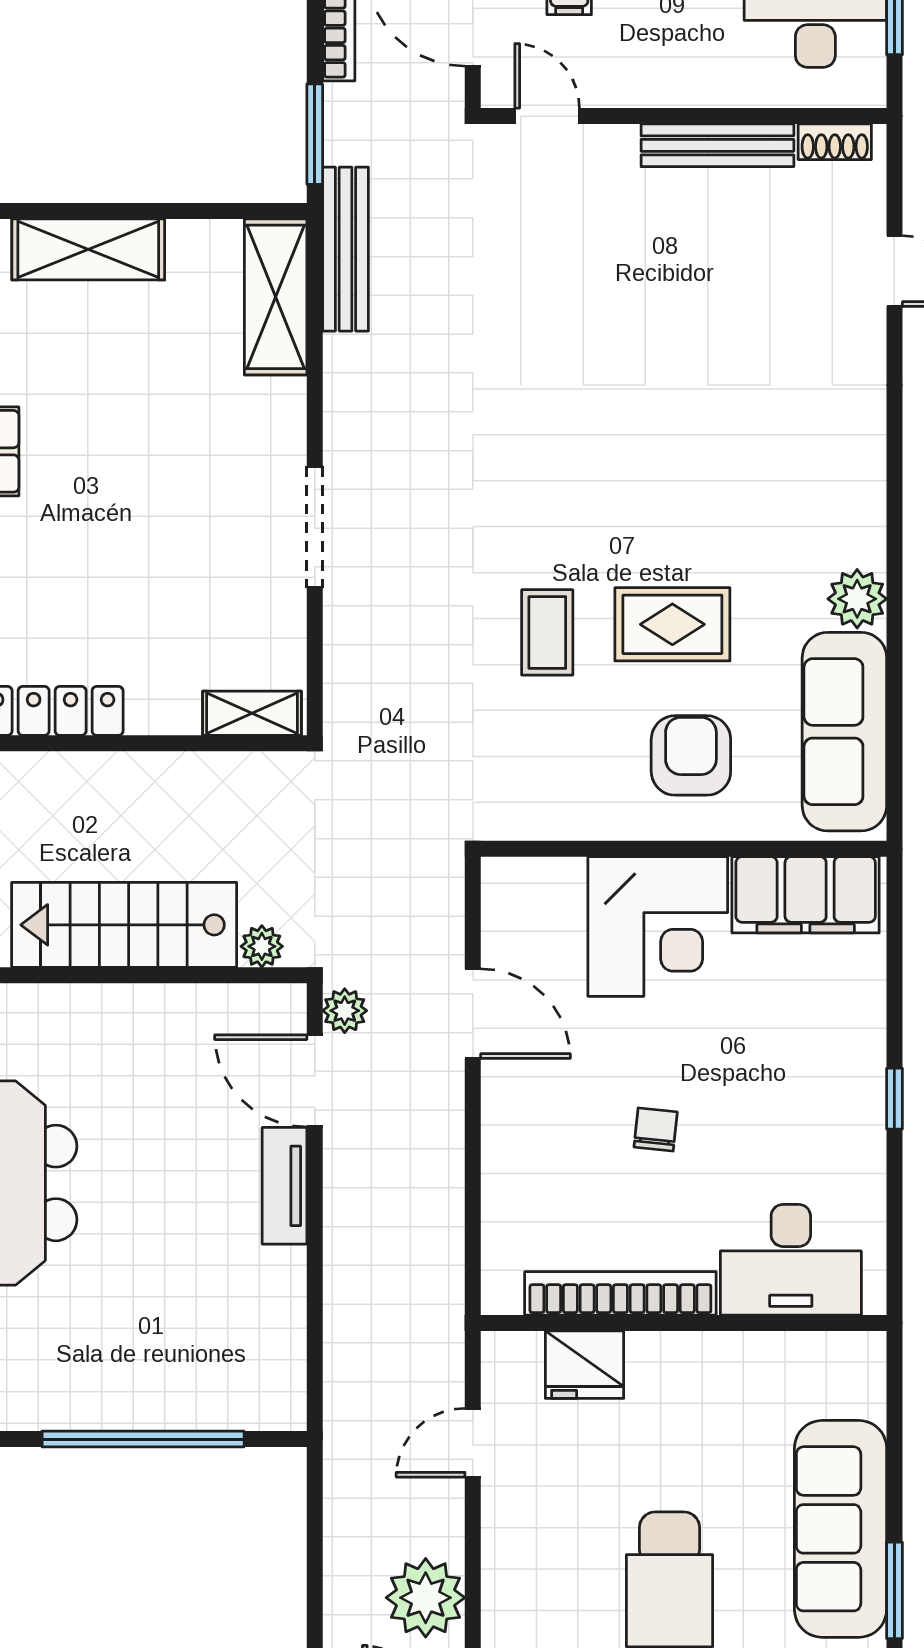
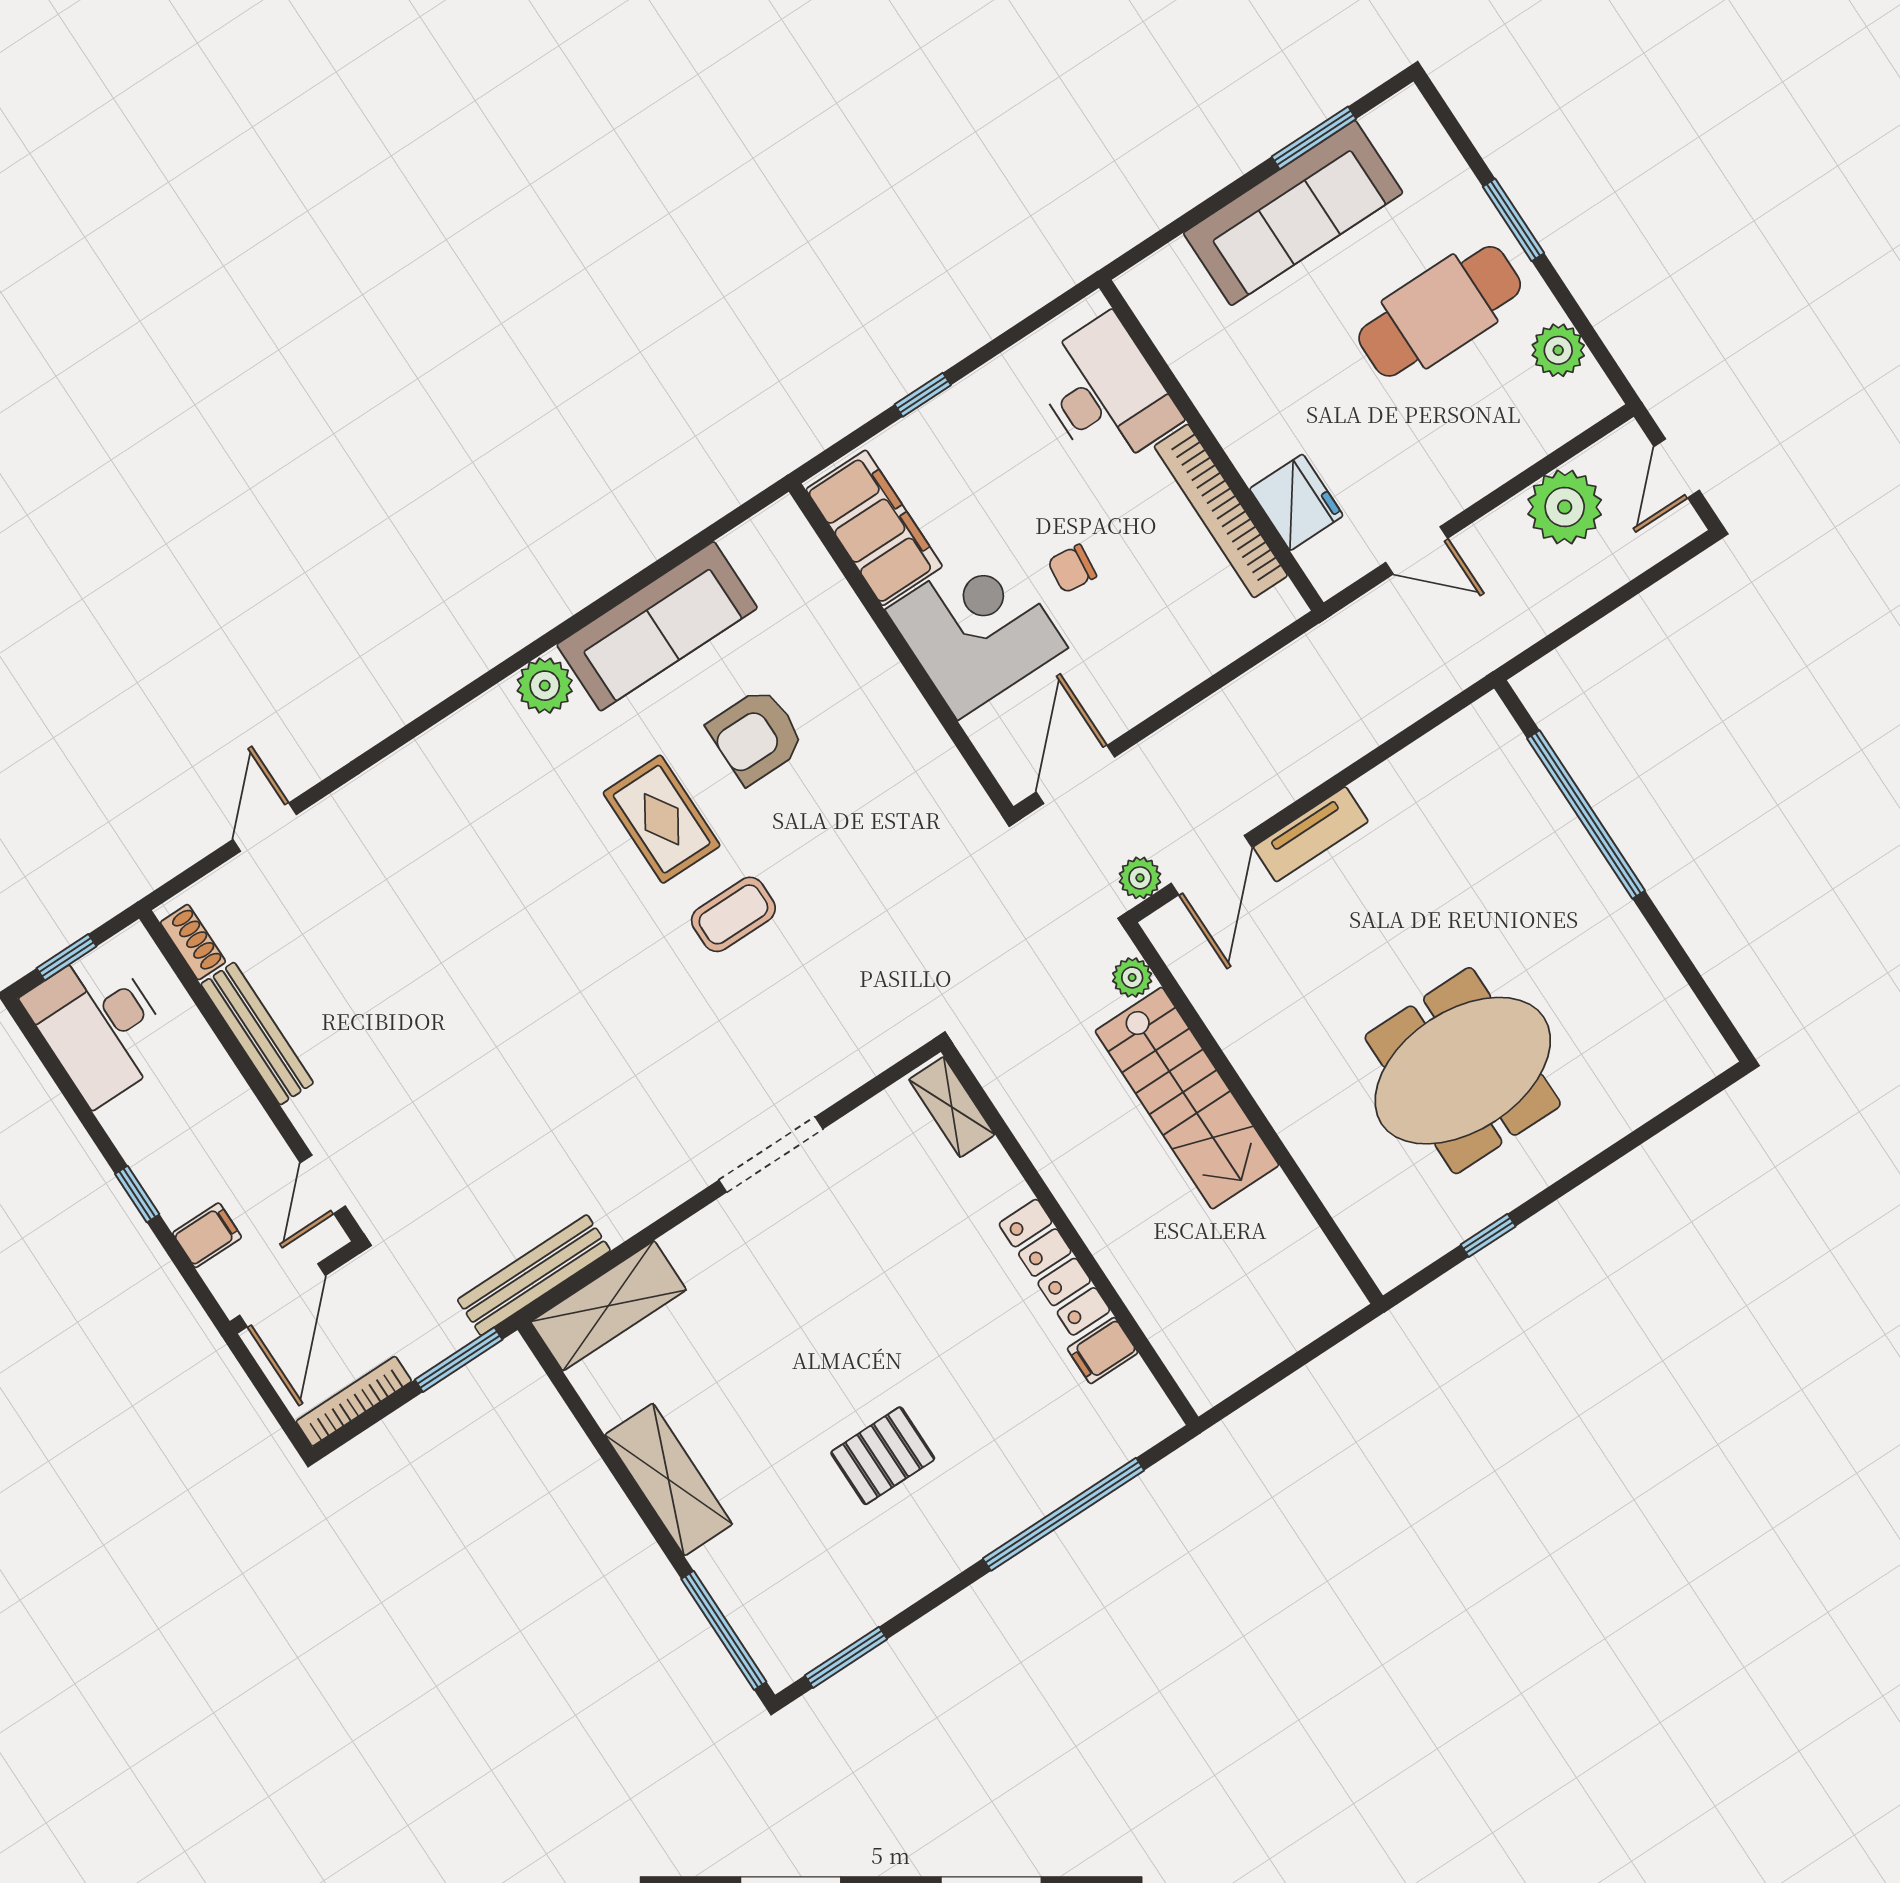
wall: (684, 849) -> (901, 649), moved
filing cabinet: (806, 895) -> (874, 528), moved
corner desk: (658, 926) -> (977, 629), moved

